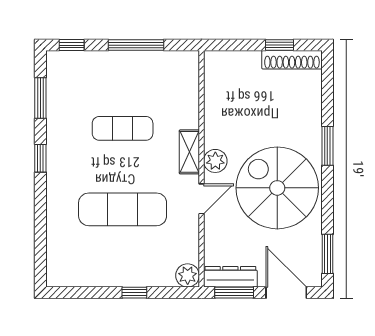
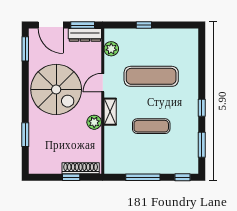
window: (279, 45) -> (71, 177), moved
shoe rack: (292, 60) -> (81, 168), moved
window: (327, 146) -> (25, 135), moved
plant: (215, 161) -> (94, 122), moved
plant: (188, 275) -> (111, 49), moved

